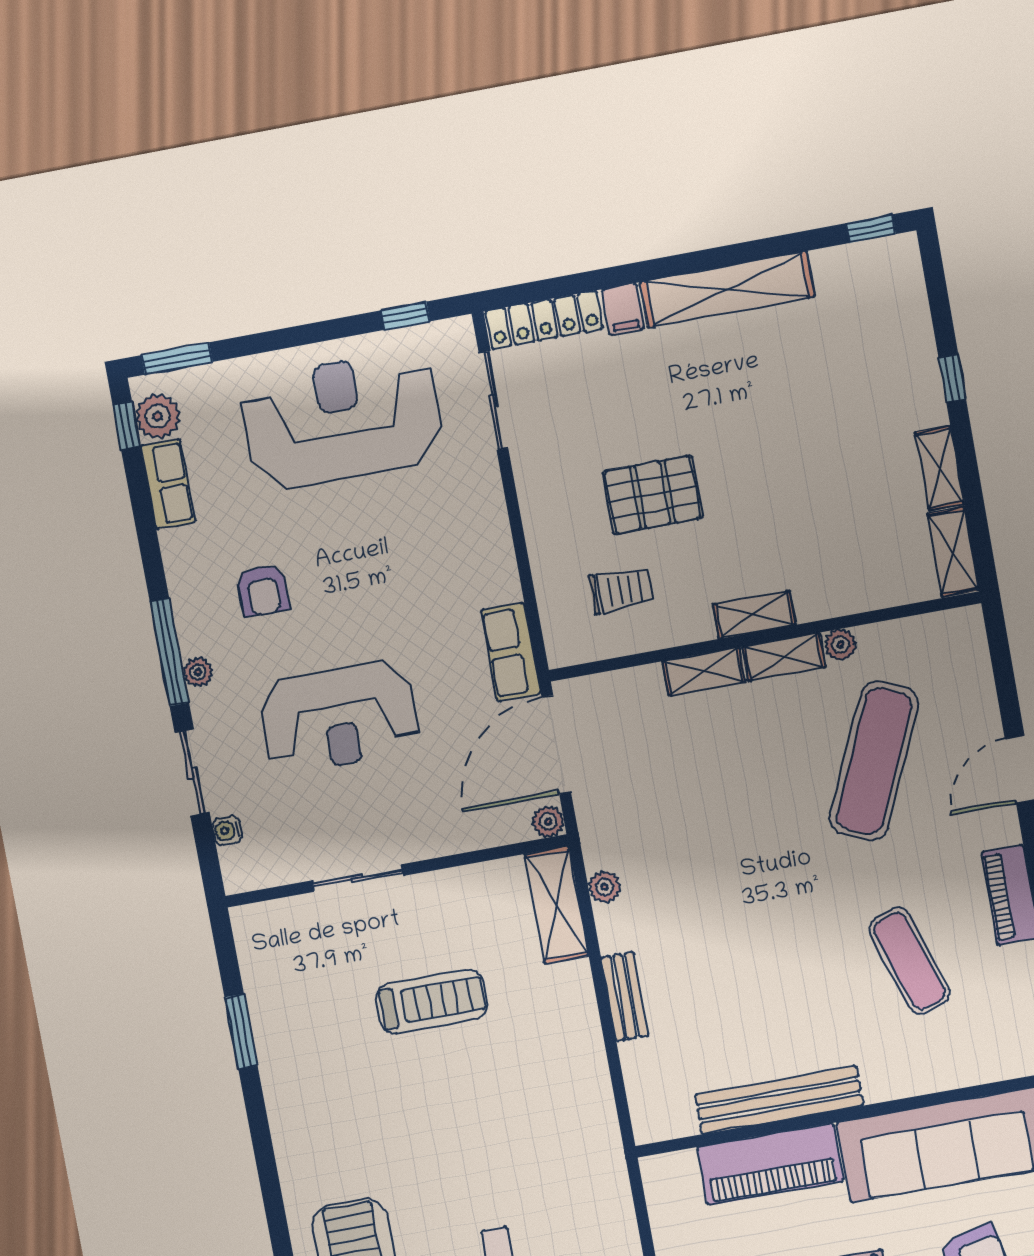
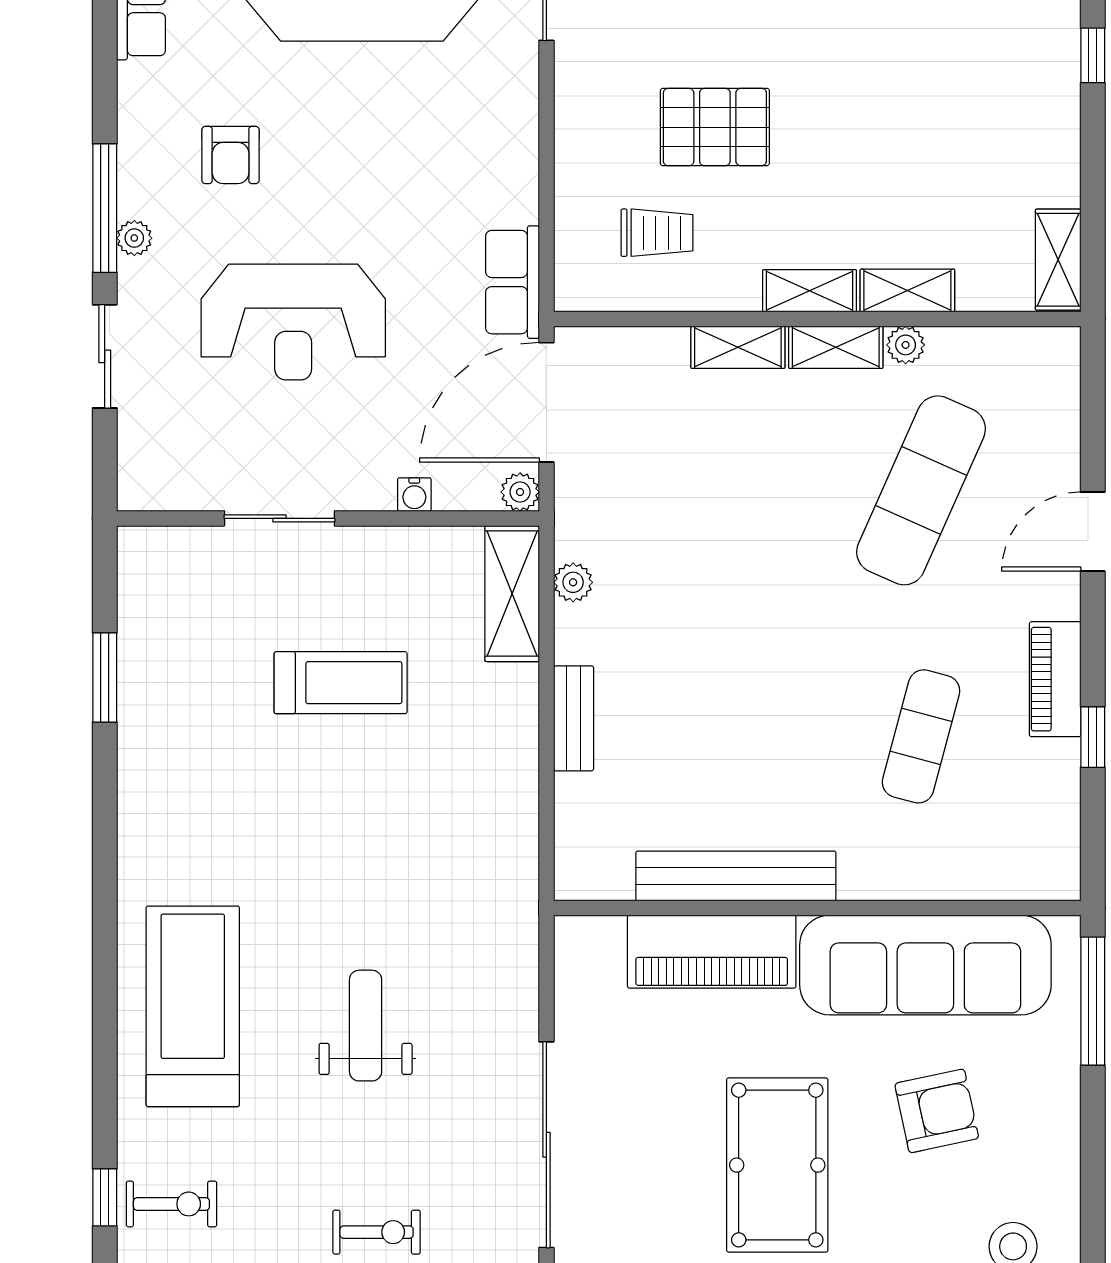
shelving: (940, 468) -> (907, 291), moved, turned 90
water cooler: (227, 831) -> (414, 495), moved, turned -90
exercise mat: (909, 961) -> (921, 736), turned 33

